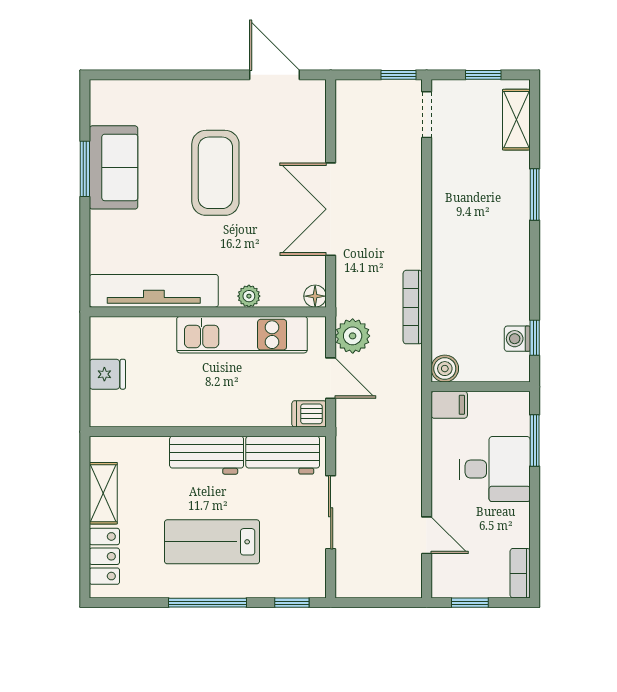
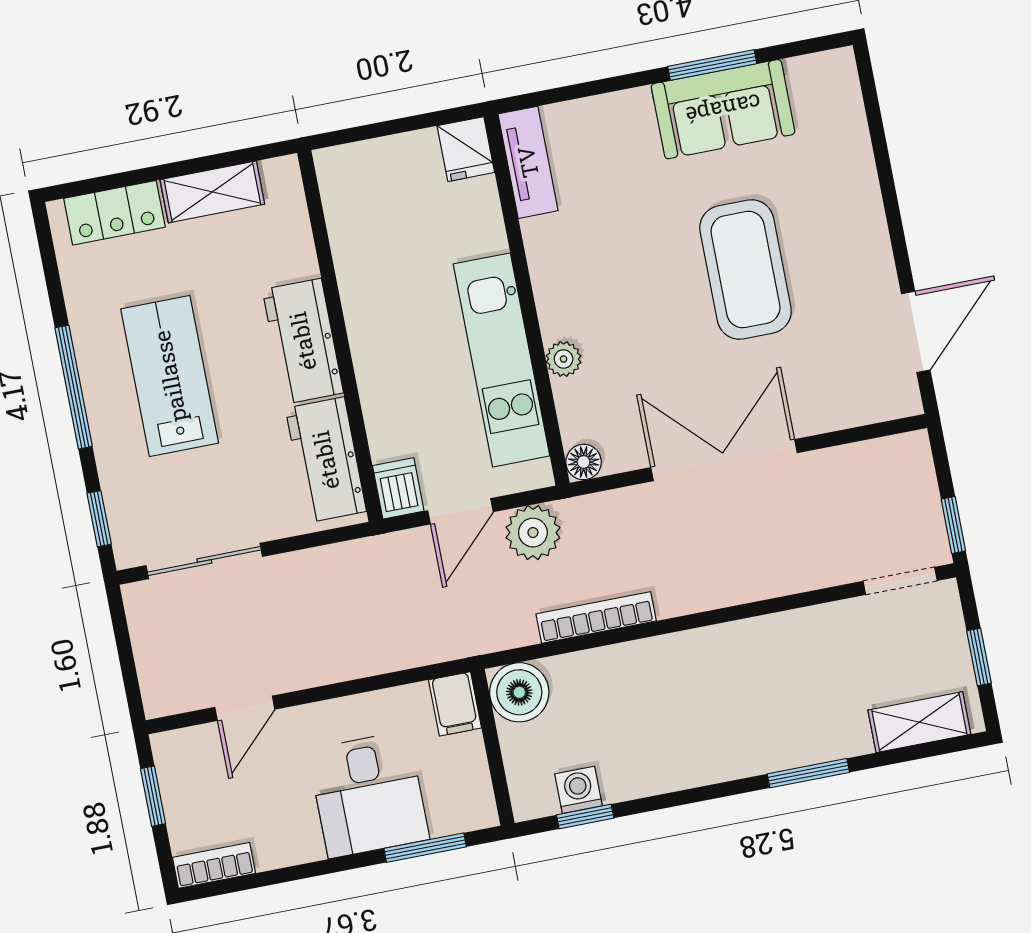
coffee table: (215, 173) -> (745, 270), turned 90
tv unit: (154, 291) -> (528, 162), width x0.52, depth x0.78
boiler: (445, 369) -> (519, 692), width x1.36, depth x1.36
fridge: (107, 374) -> (466, 149), moved
sliding door: (331, 512) -> (204, 561), moved

